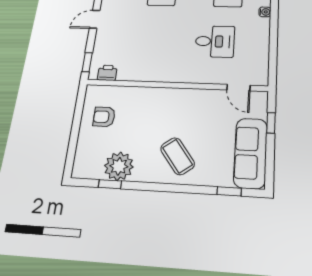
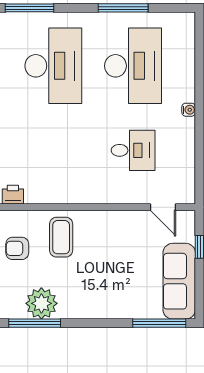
coffee table: (177, 156) -> (61, 237), moved, turned 37
window: (110, 184) -> (35, 323), width x2.17
window: (229, 191) -> (159, 323), width x2.17

